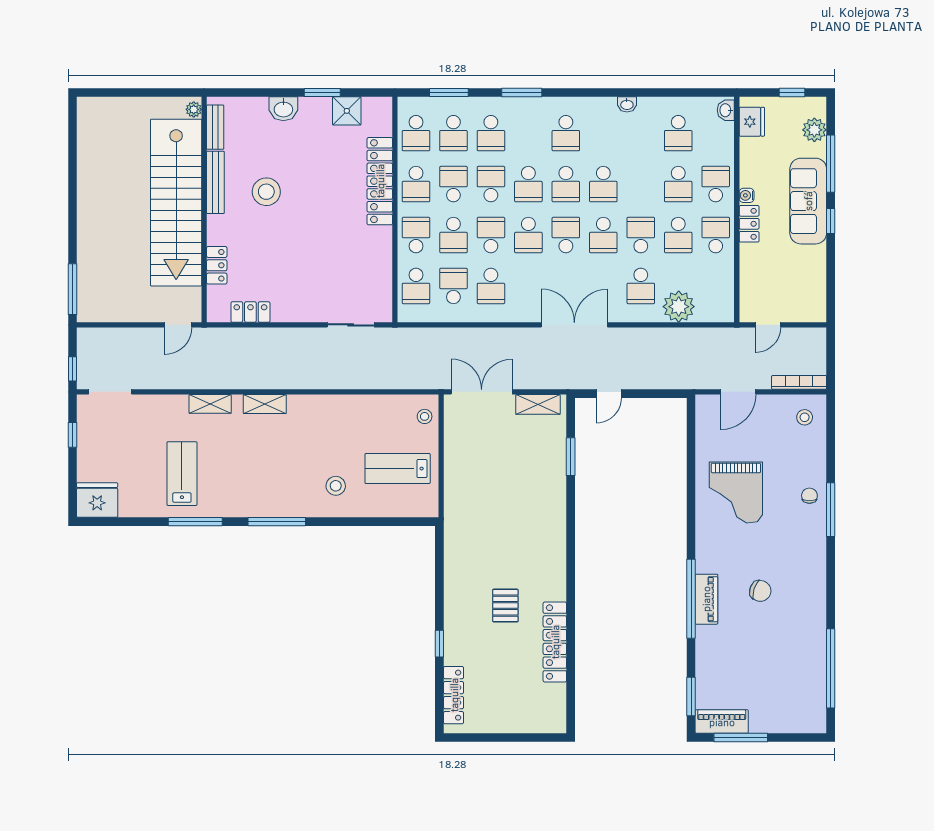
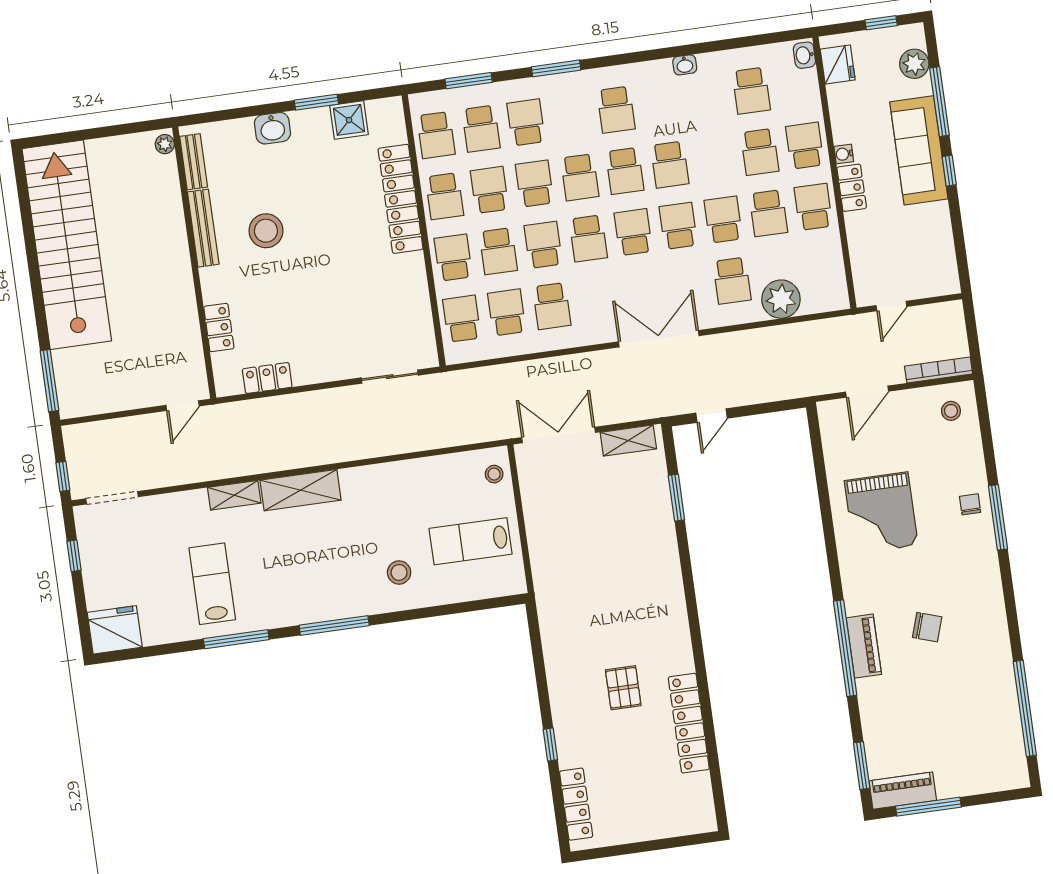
school desk: (491, 133) -> (526, 122), turned 180
stairs: (176, 203) -> (67, 245), moved, turned 180
school desk: (603, 235) -> (678, 226), turned 180
school desk: (416, 286) -> (462, 319), turned 180
shelving: (265, 404) -> (301, 490), width x1.50, depth x1.33

